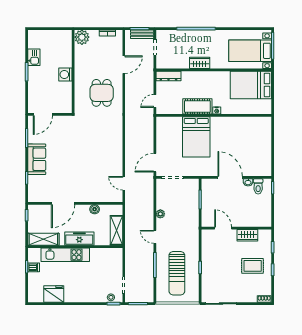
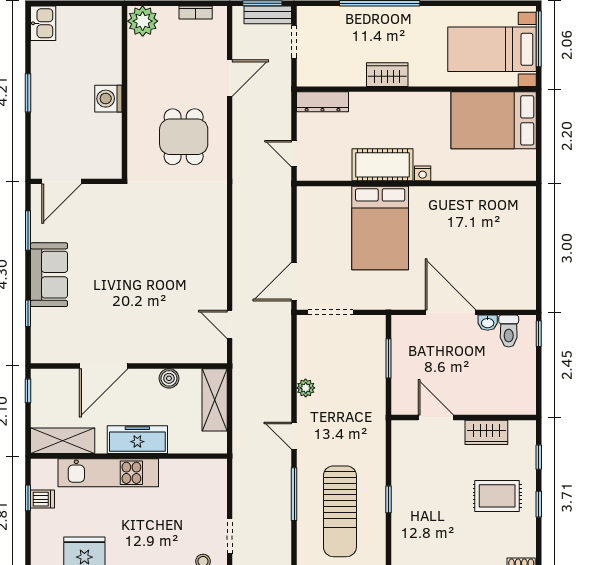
kitchen sink: (34, 57) -> (43, 23), moved
door: (155, 101) -> (294, 154), hinge flipped
shelving: (116, 230) -> (215, 400), moved

